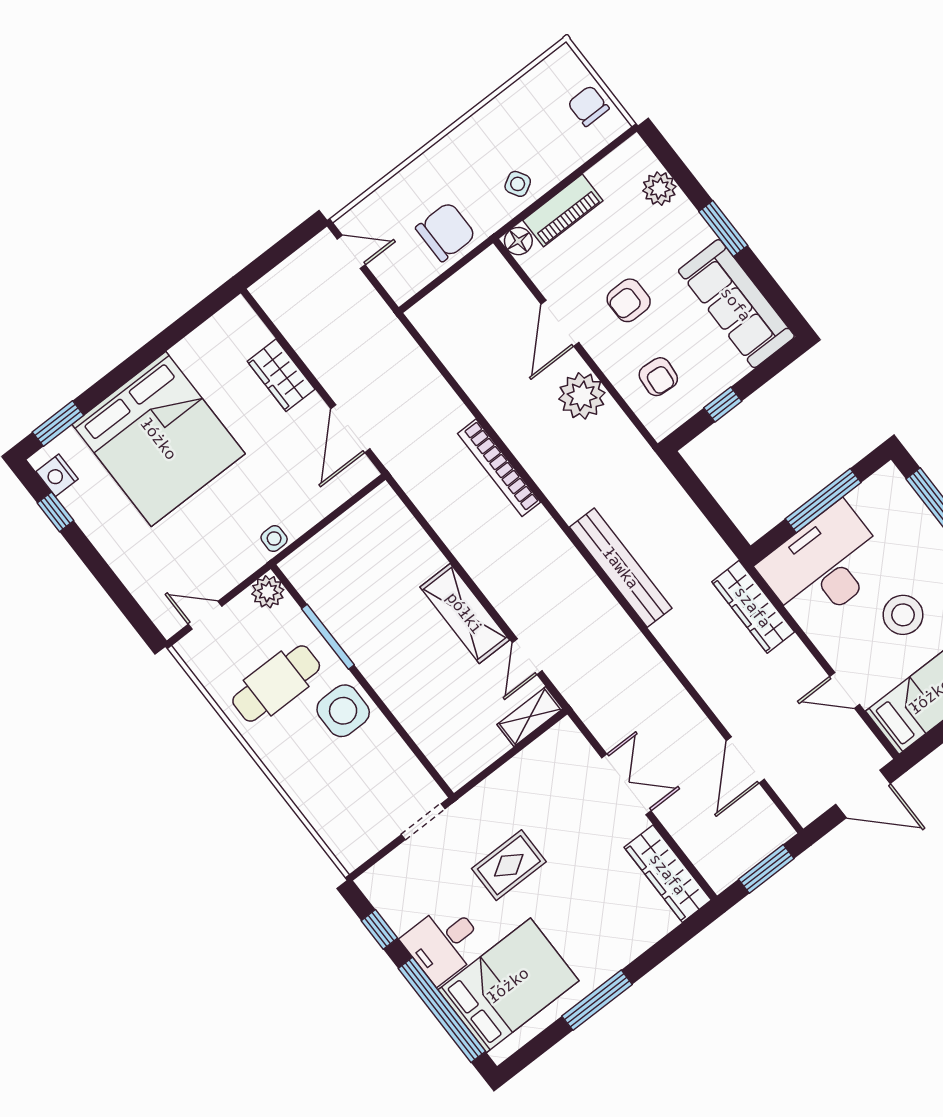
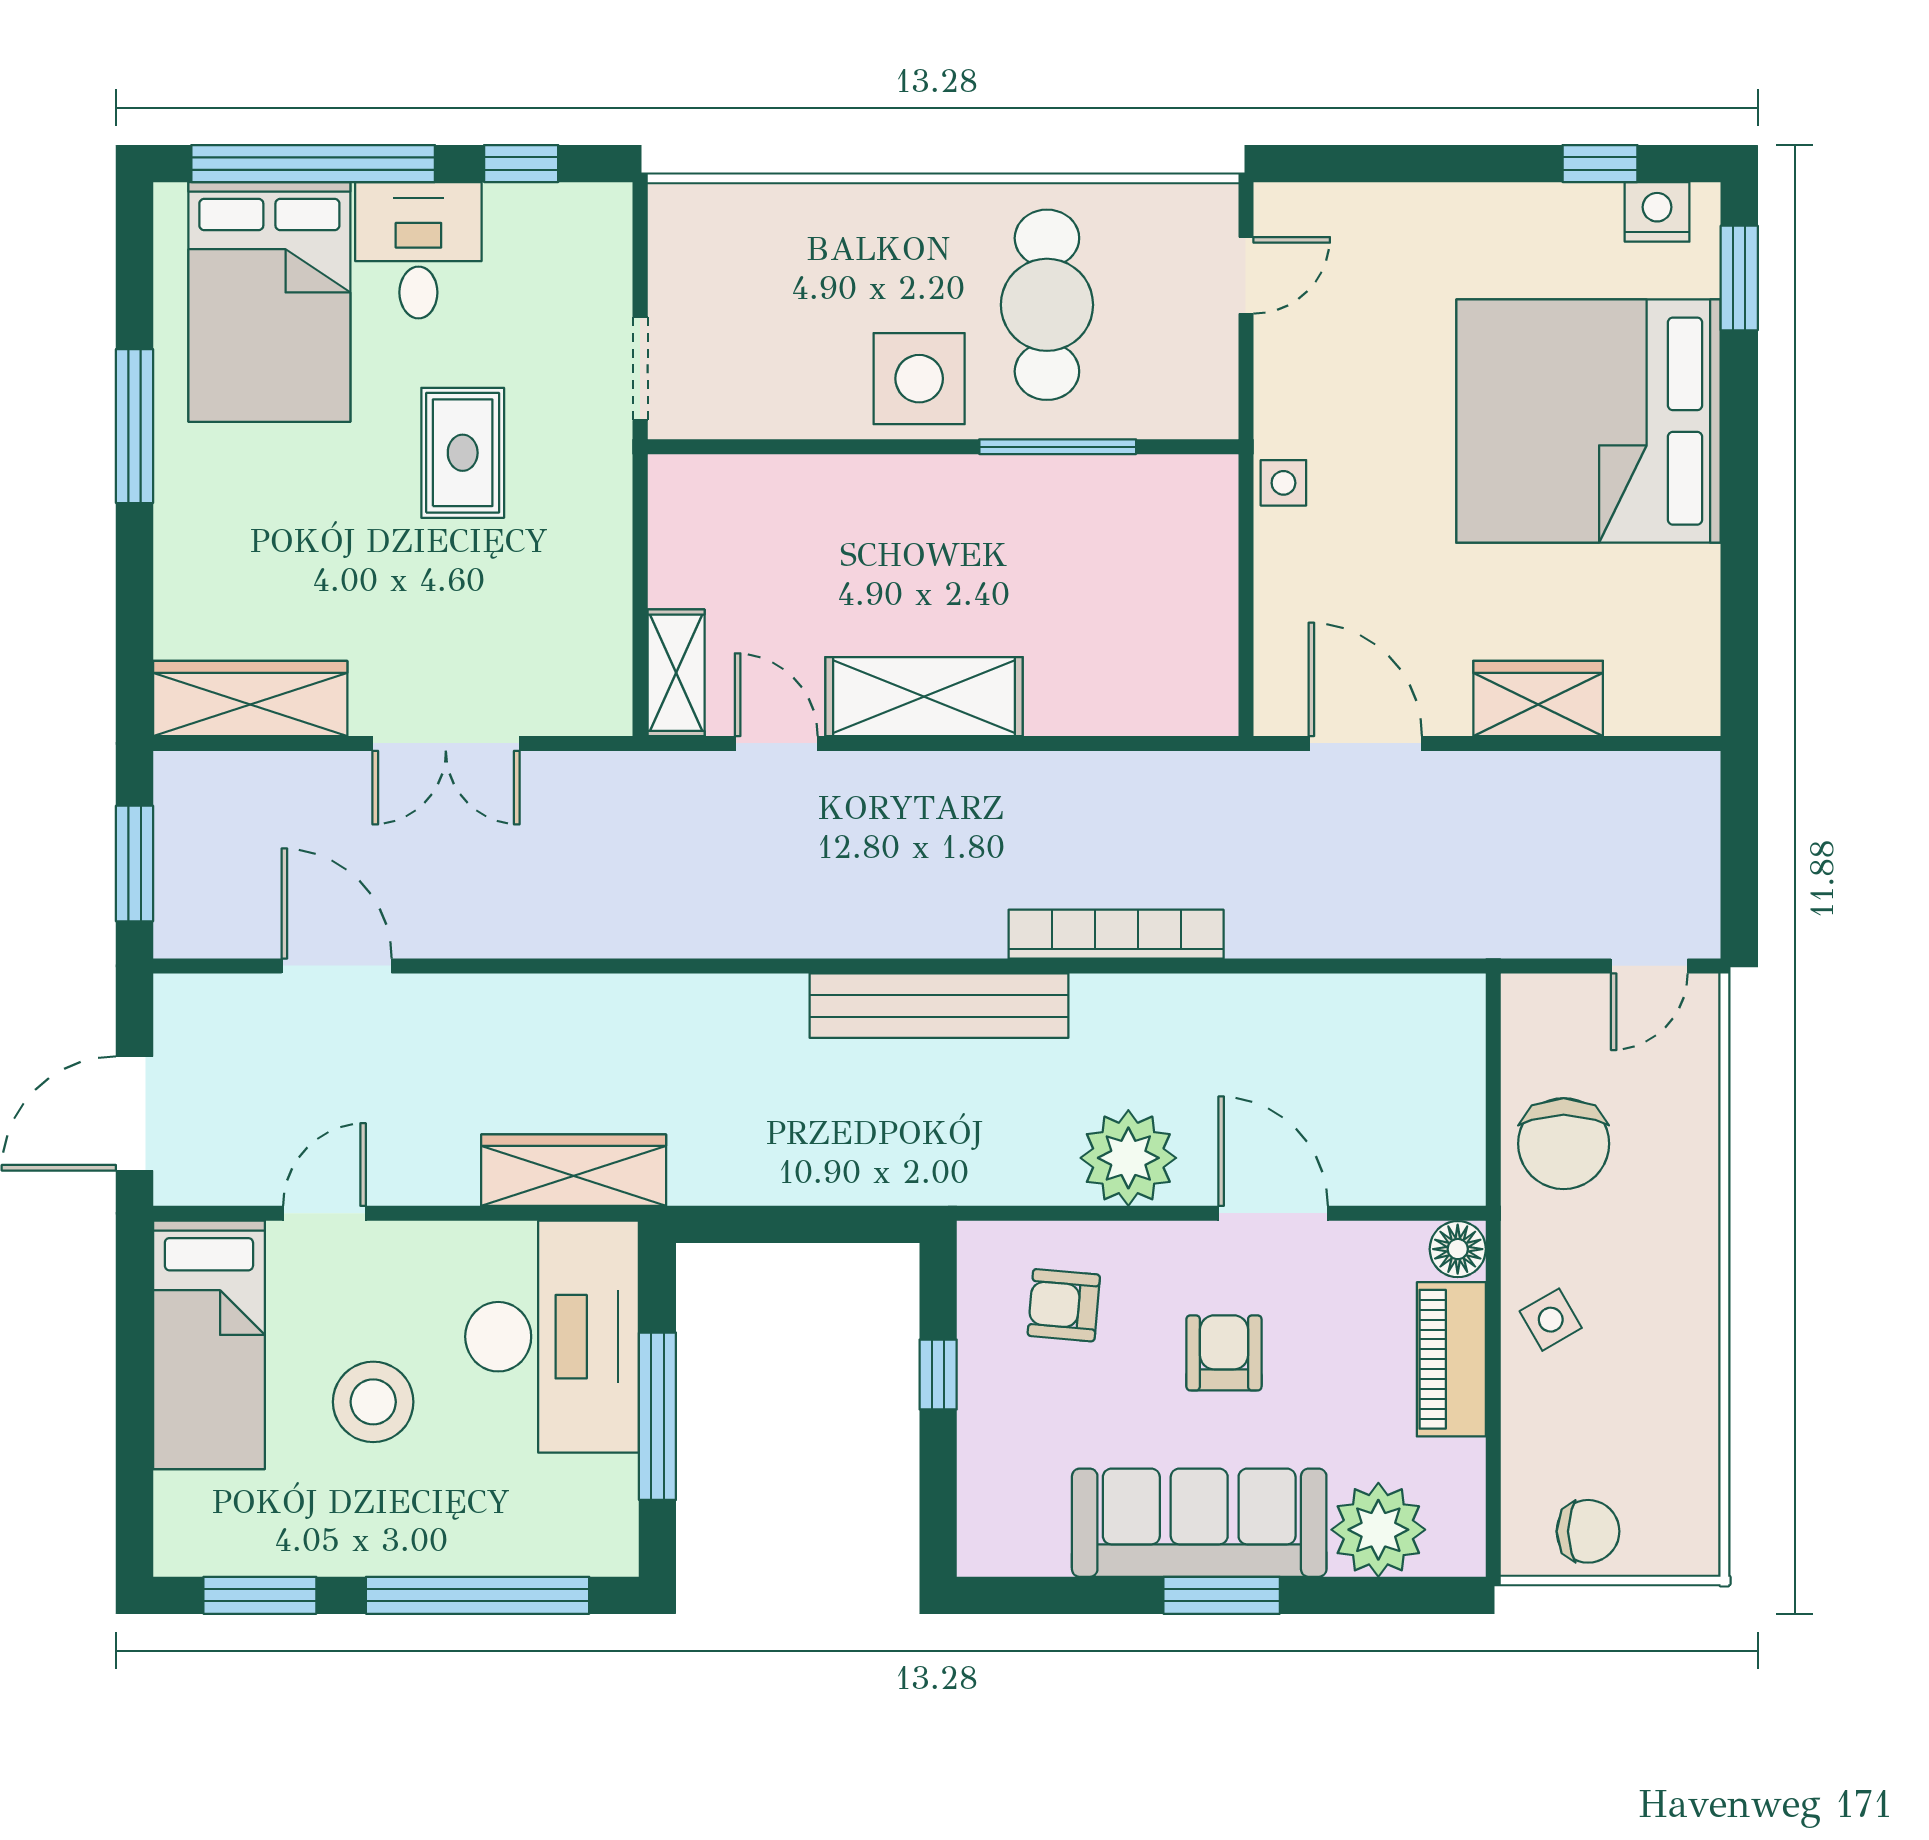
plant: (659, 189) -> (1378, 1530), width x1.36, depth x1.36
sofa: (736, 304) -> (1199, 1523), moved
bench: (621, 568) -> (939, 1006), moved
plant: (268, 592) -> (1205, 406), removed

